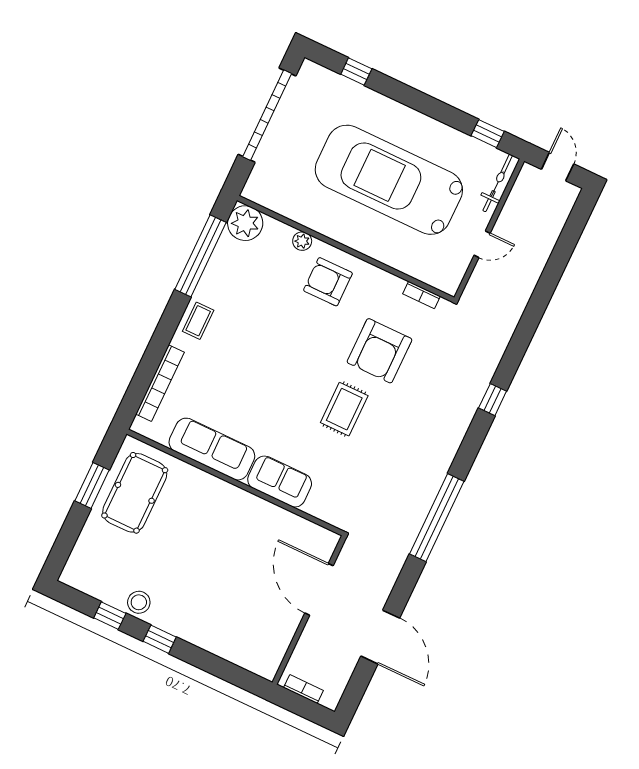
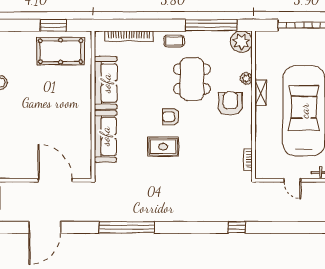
shelving: (333, 230) -> (261, 93), added
dining table: (266, 321) -> (192, 79), added
armchair: (379, 351) -> (171, 117), moved, width x0.53, depth x0.53
window: (493, 400) -> (237, 227), moved
sofa: (280, 482) -> (105, 136), width x1.36
door: (319, 589) -> (55, 180), hinge flipped

